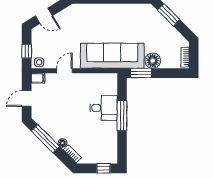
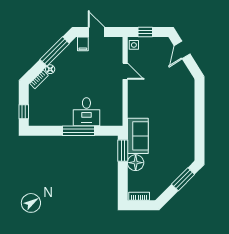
sofa: (112, 56) -> (138, 136), width x0.54, depth x0.79
filing cabinet: (38, 78) -> (83, 44), moved

